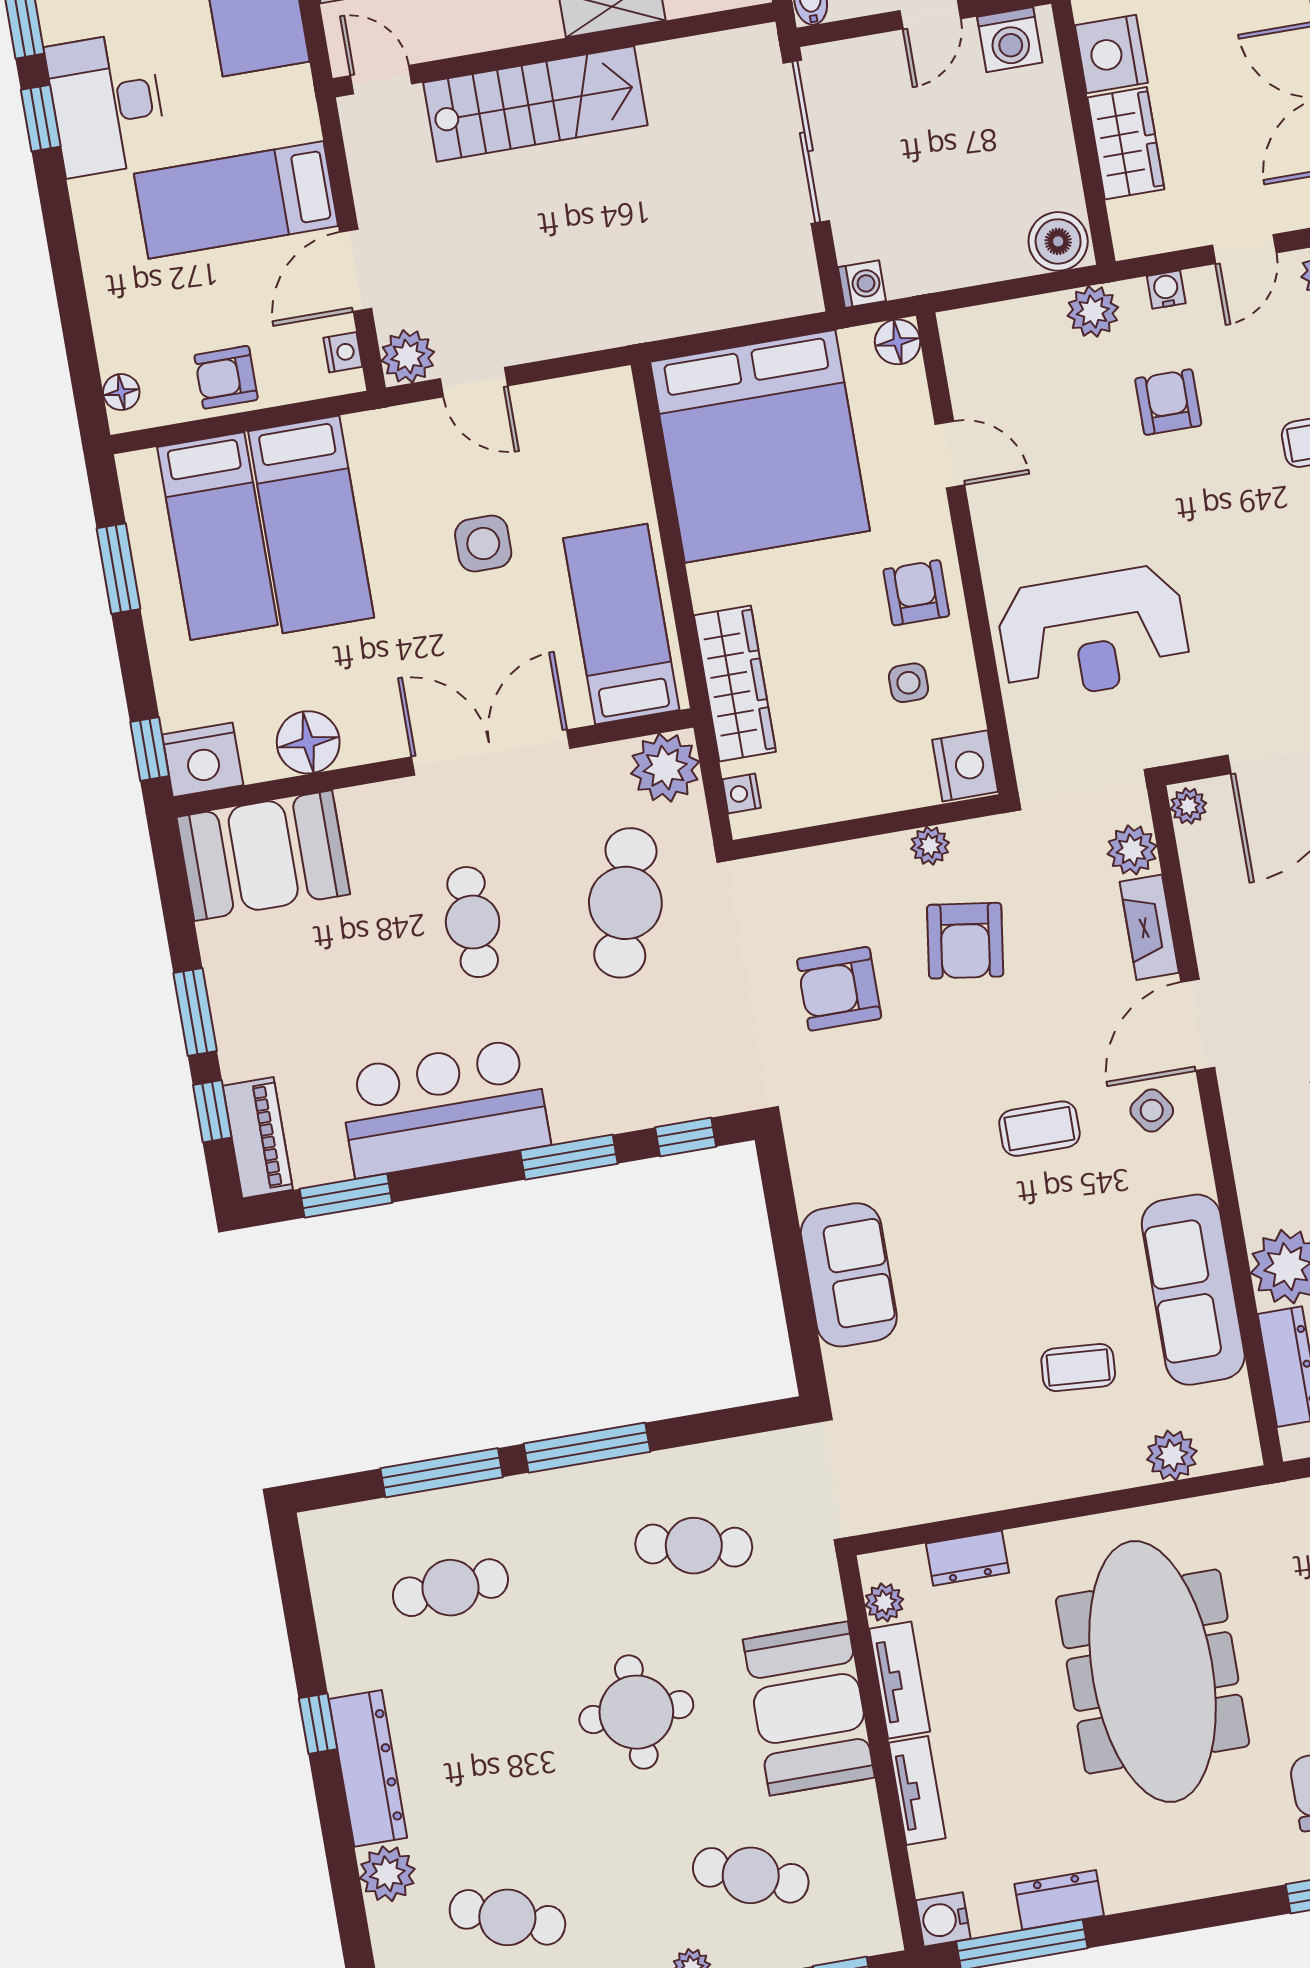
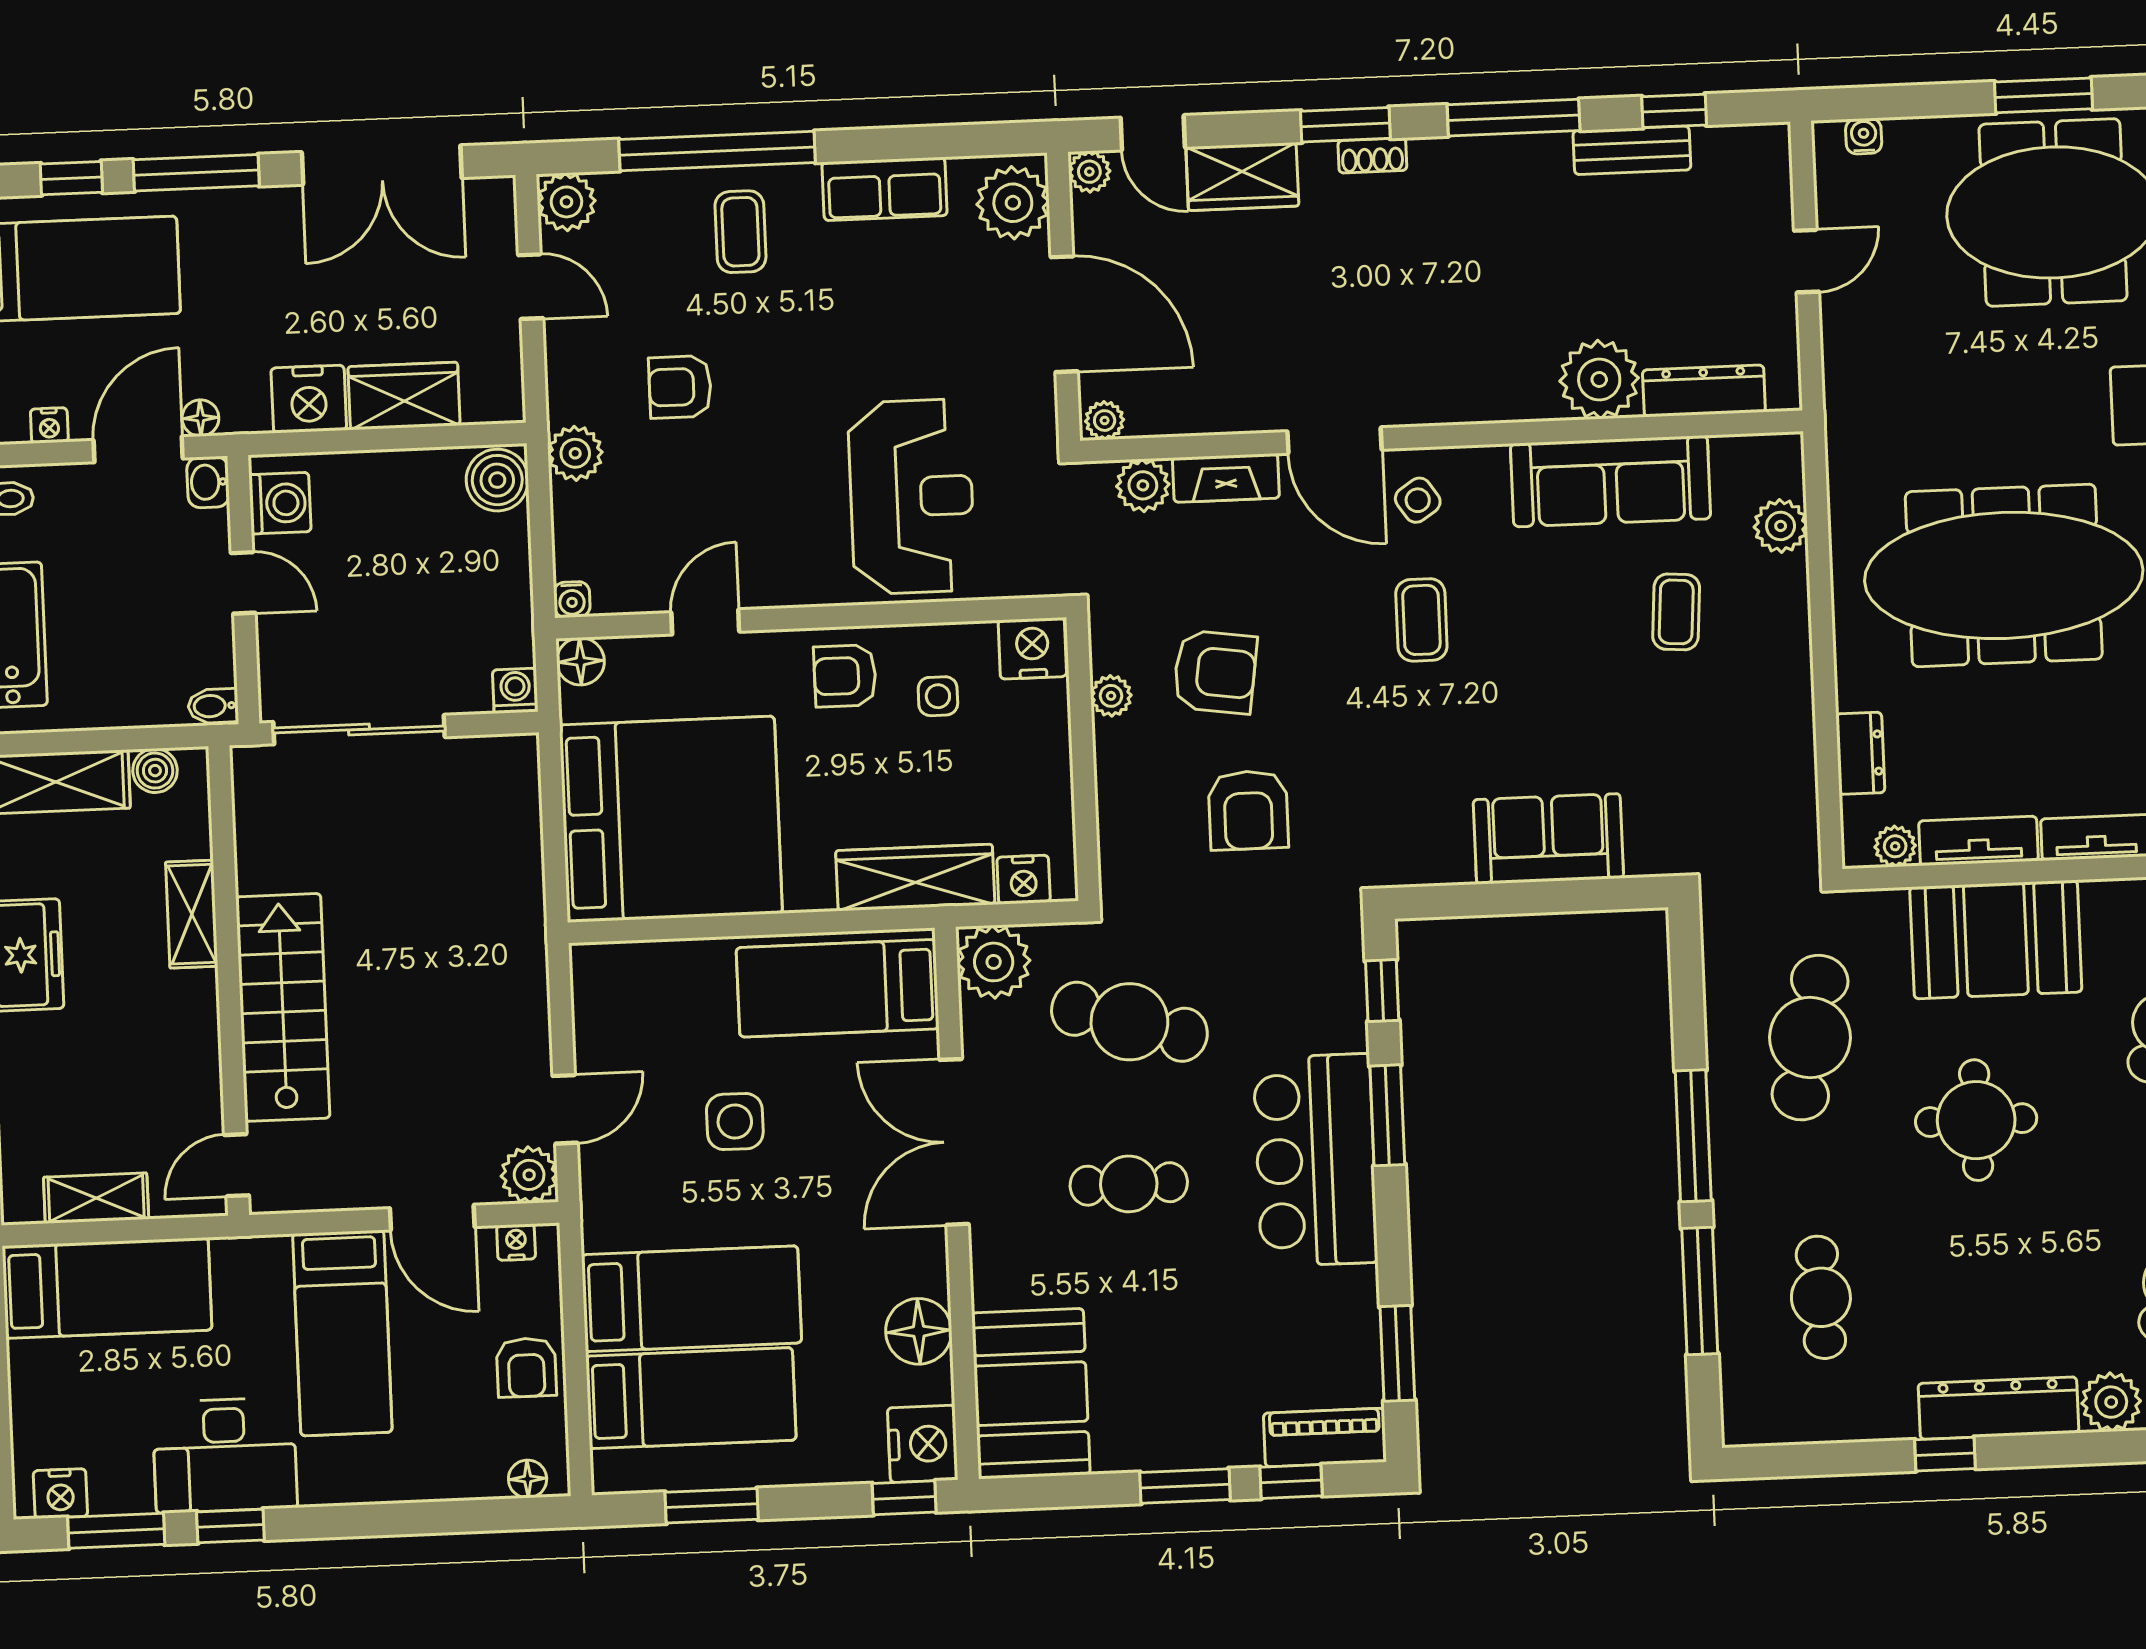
water cooler: (1166, 290) -> (572, 600), moved, turned -90
nightstand: (742, 794) -> (1024, 880), width x1.39, depth x1.35
bar counter: (444, 1108) -> (1315, 1160), moved
cafe table: (694, 1546) -> (1810, 1038), width x1.37, depth x1.35

